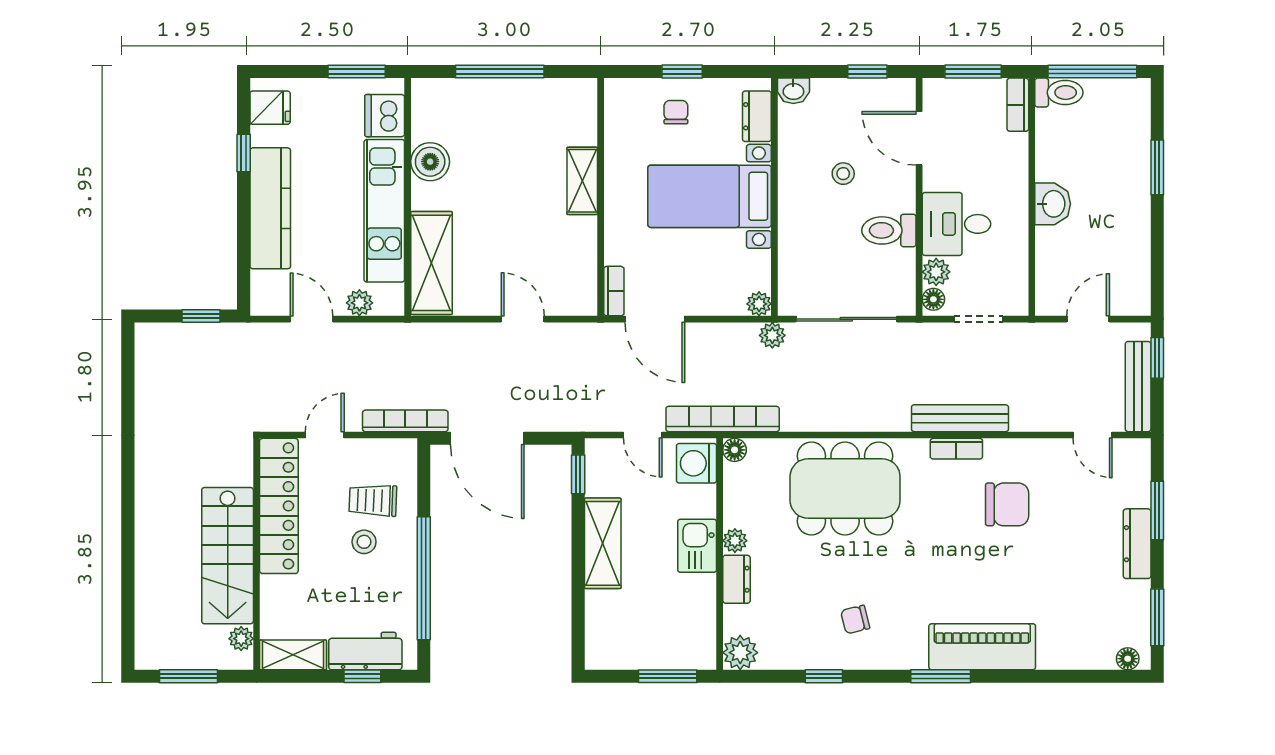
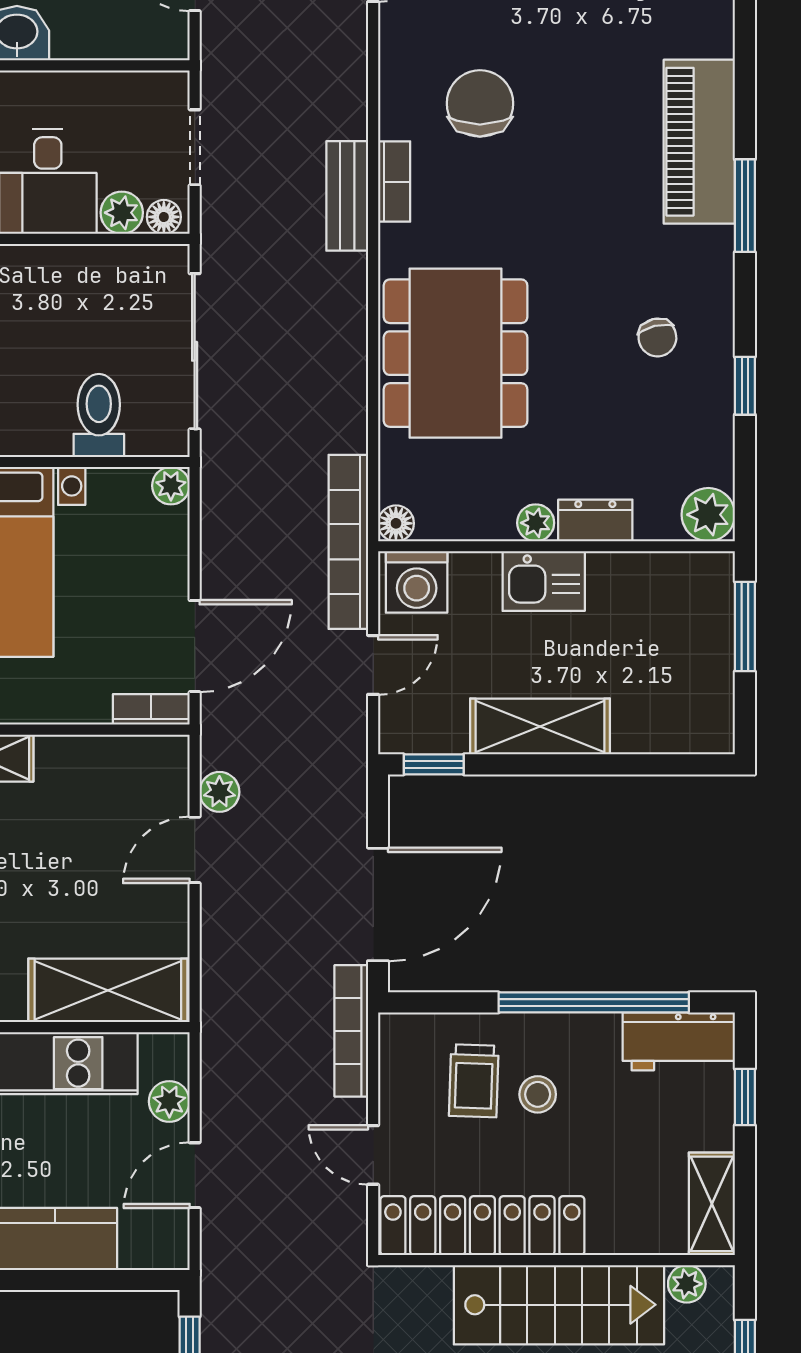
toilet: (889, 230) -> (99, 415), moved, turned 180
plant: (772, 335) -> (219, 792), moved
bench: (960, 418) -> (347, 196), width x0.73
workbench: (365, 651) -> (679, 1041), moved, turned -90

